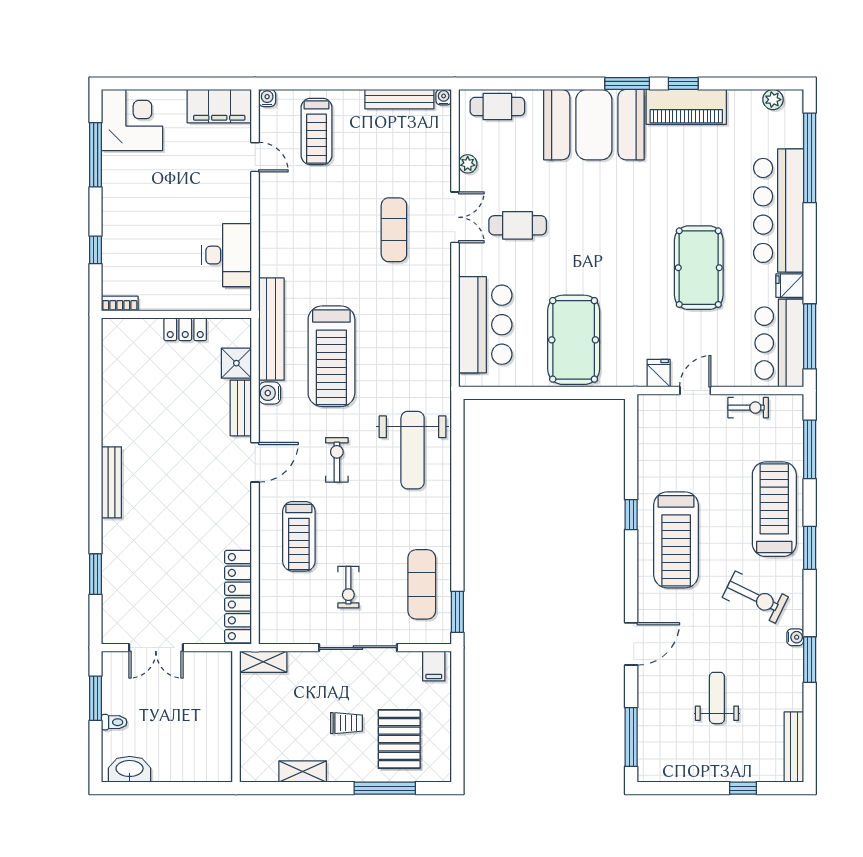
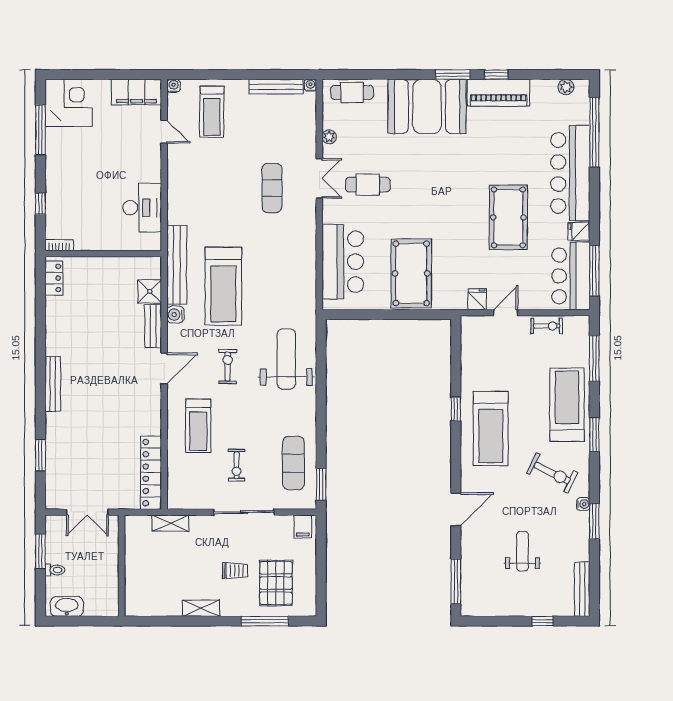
locker: (185, 329) -> (54, 278), moved, turned -90
weight bench: (413, 450) -> (286, 359), turned 180
wall: (236, 717) -> (122, 566), moved

